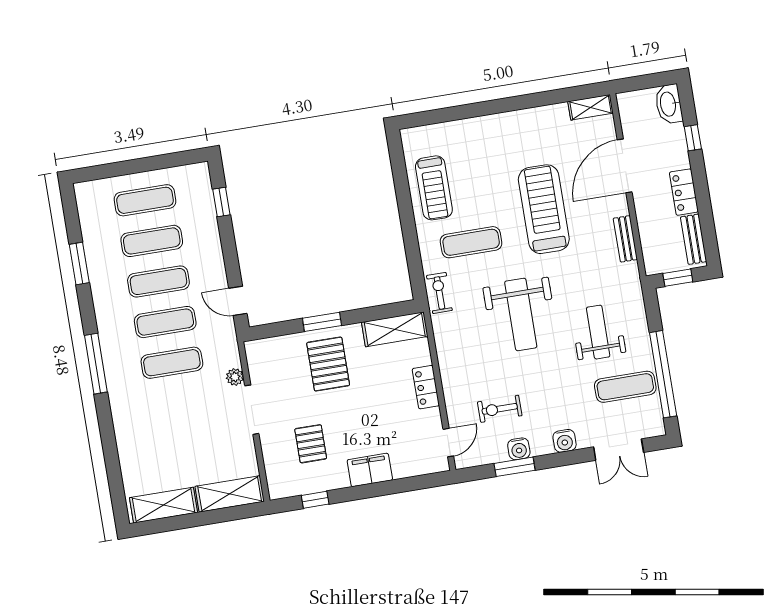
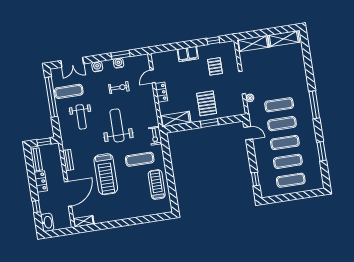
exercise bike: (500, 409) -> (119, 88), moved
door: (448, 443) -> (153, 76), moved
double door: (619, 450) -> (72, 62), swing flipped

